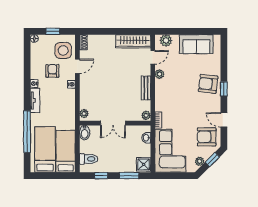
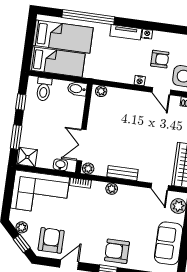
plant: (159, 74) -> (112, 189), moved
armchair: (208, 84) -> (117, 251), turned -97
double door: (113, 123) -> (82, 145), moved

